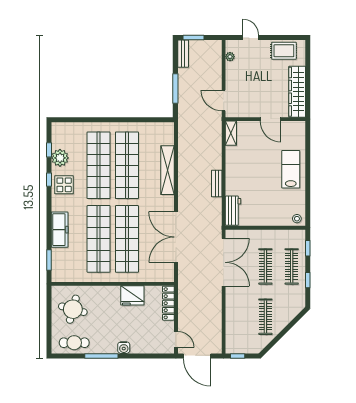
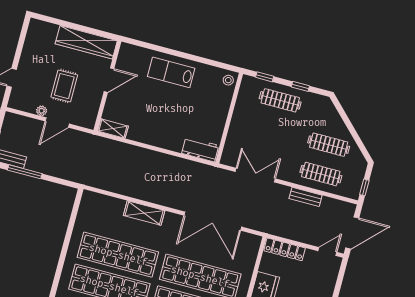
rug: (284, 51) -> (64, 86), moved
plant: (230, 57) -> (42, 111), moved
window: (175, 88) -> (25, 172), moved
door: (224, 100) -> (57, 122), moved
shelving: (167, 170) -> (144, 213), width x0.68
bench: (217, 184) -> (306, 197), moved
double door: (224, 262) -> (255, 175), width x0.73
clothes rail: (265, 266) -> (321, 174), moved

